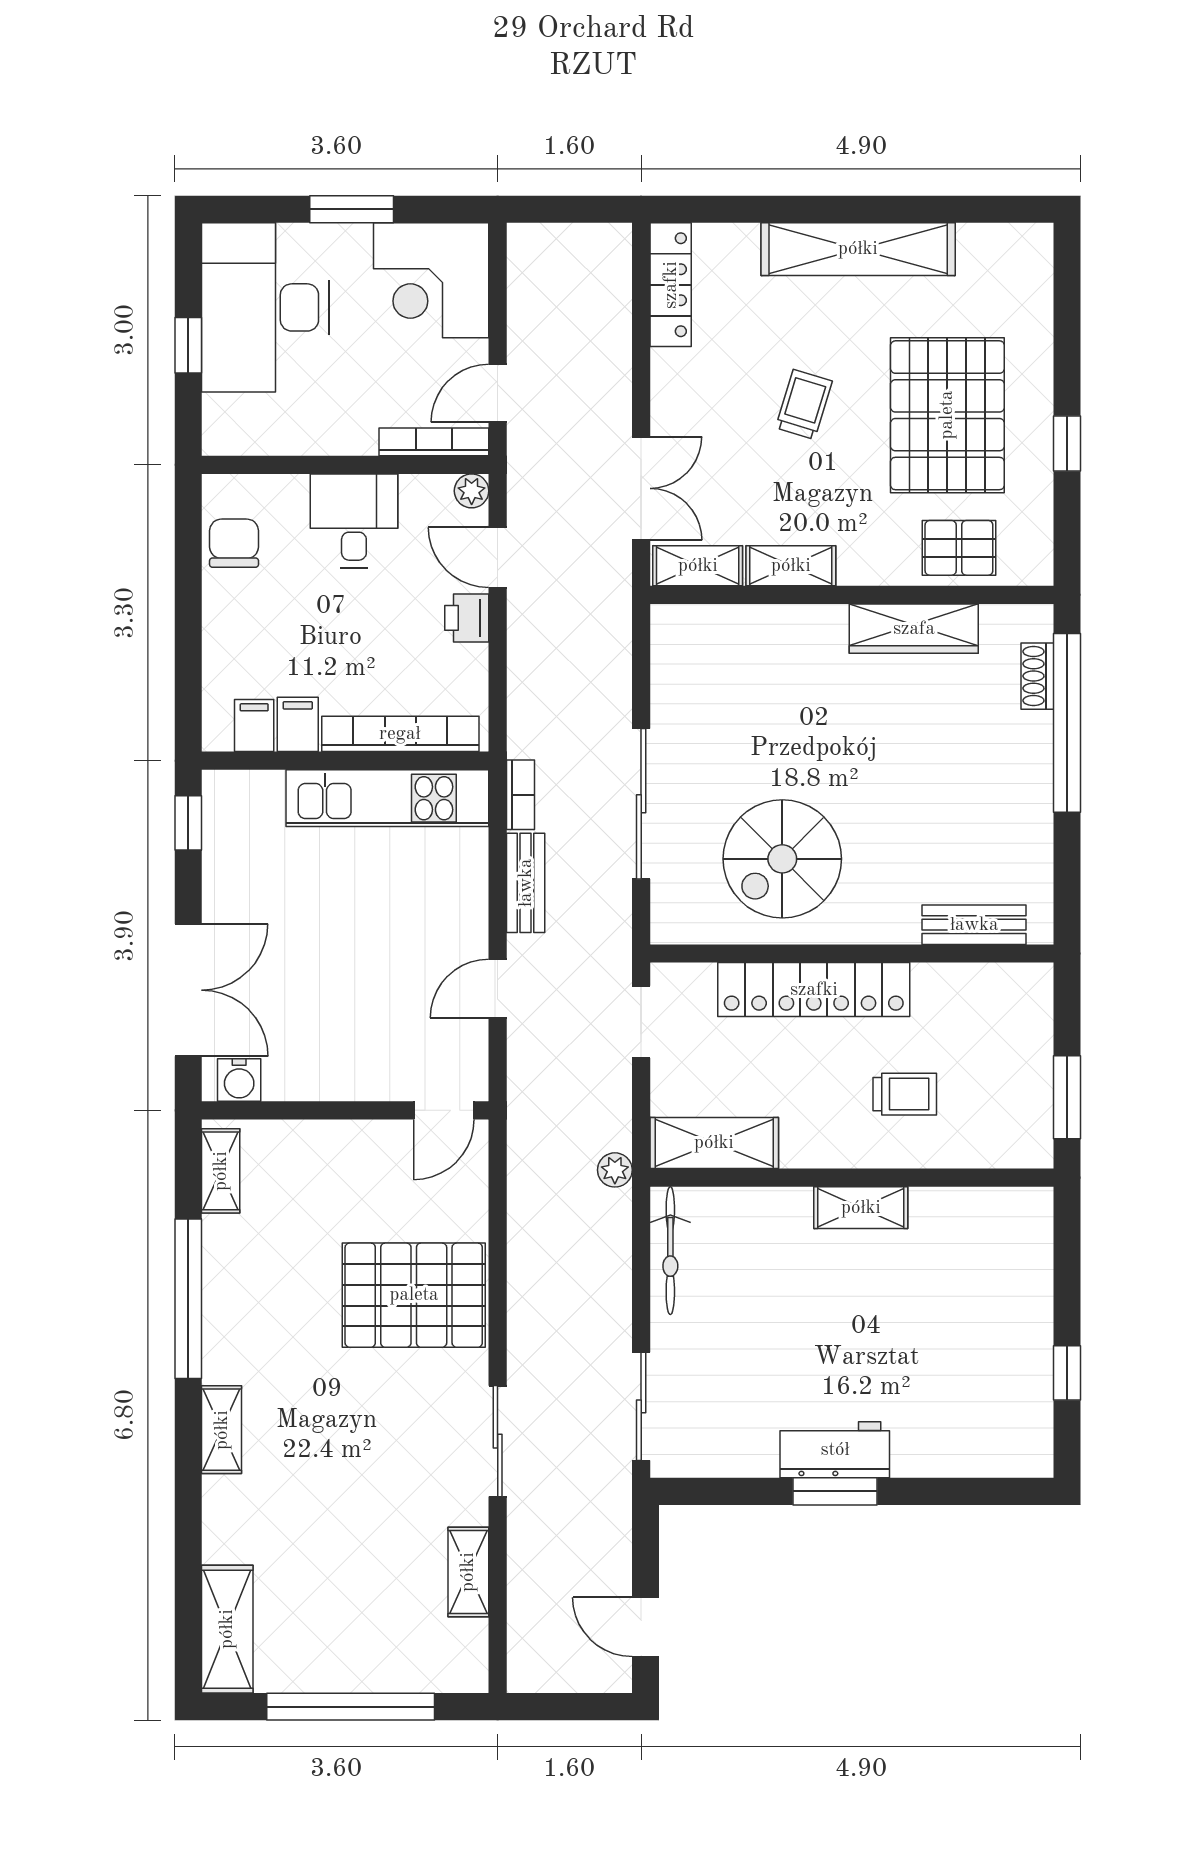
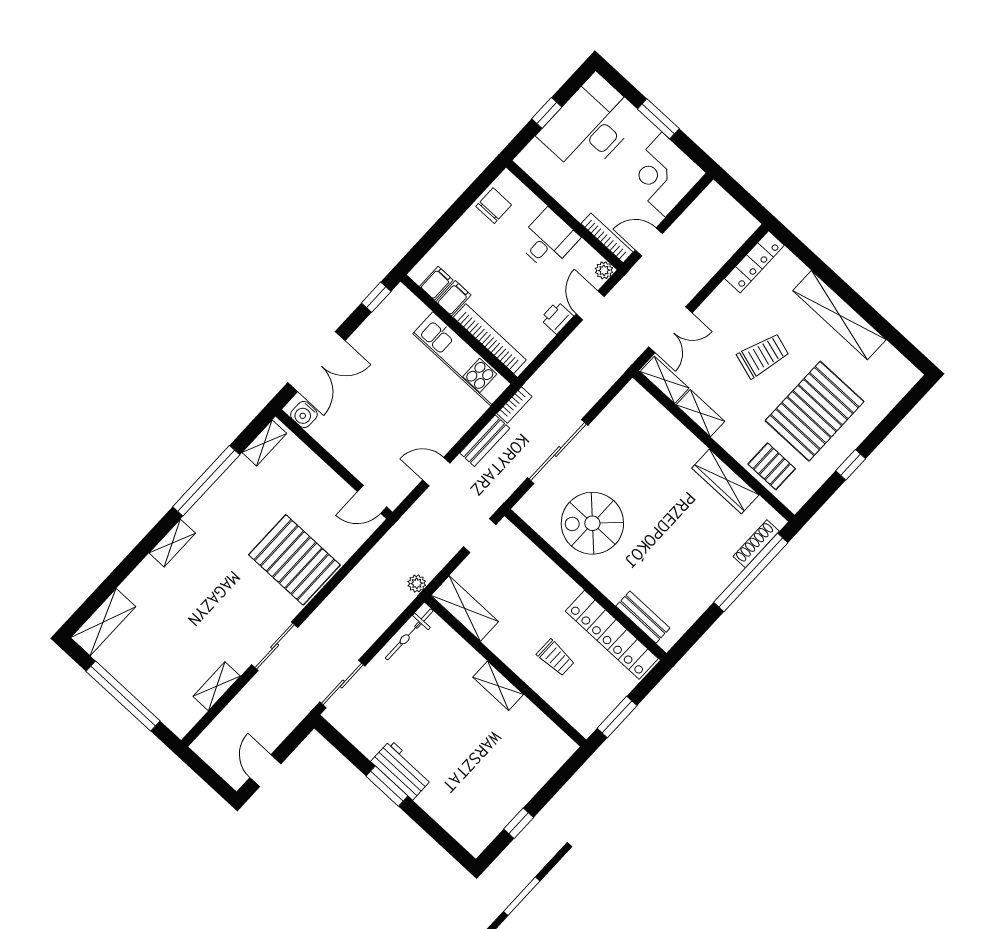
trolley: (804, 404) -> (763, 356), width x1.36, depth x1.39
shoe rack: (1037, 676) -> (756, 544), width x1.43
locker: (814, 990) -> (612, 635), moved

